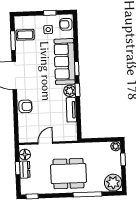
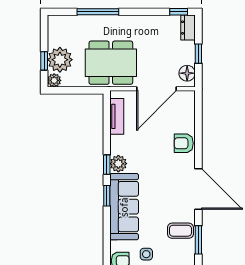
coffee table: (25, 35) -> (180, 231), moved
tv unit: (71, 110) -> (117, 116), moved
door: (45, 143) -> (156, 89), width x1.88
dresser: (25, 170) -> (188, 28), moved
dining table: (68, 174) -> (111, 63), moved
plant: (113, 183) -> (60, 60), moved

